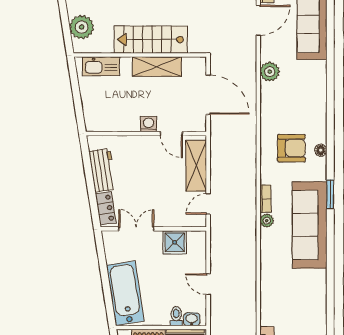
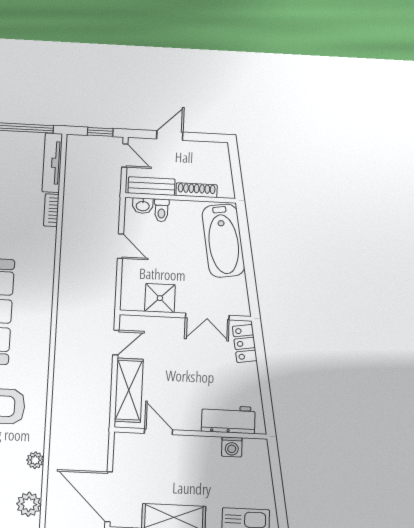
door: (208, 95) -> (109, 497), moved
washing machine: (149, 124) -> (232, 447), moved
workbench: (102, 170) -> (228, 419), moved, turned 99
bookcase: (265, 199) -> (51, 210), moved
plant: (267, 221) -> (35, 460), moved

